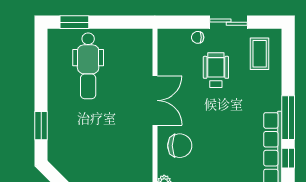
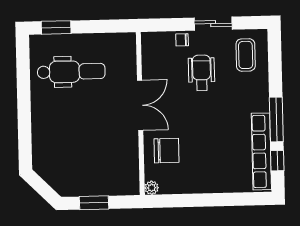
dental chair: (88, 66) -> (71, 72), turned -90
window: (41, 126) -> (25, 134), removed

